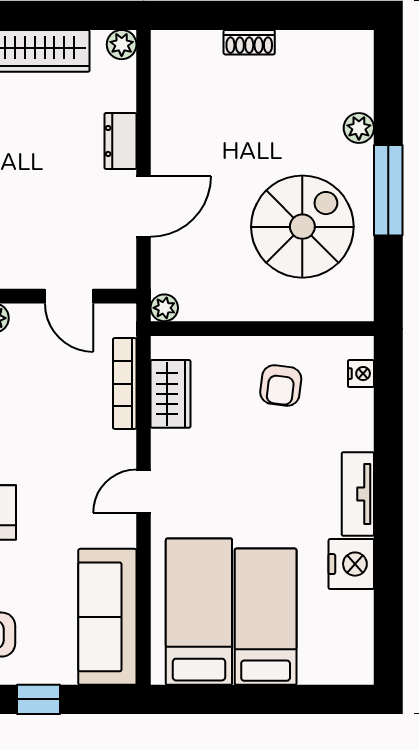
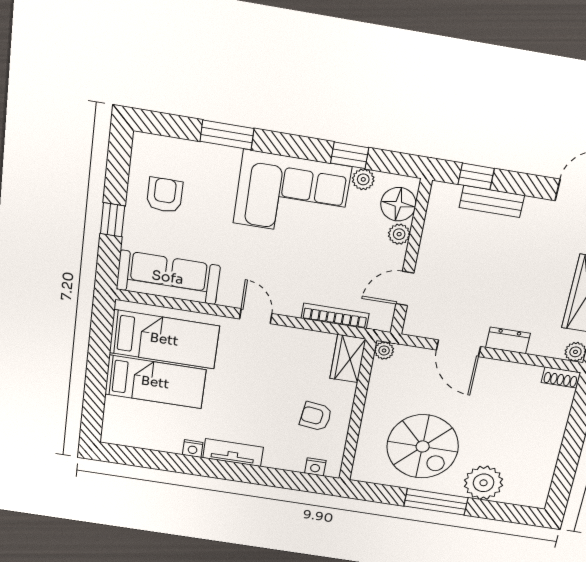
shoe rack: (249, 42) -> (561, 377), moved, turned -90
plant: (359, 128) -> (484, 483), width x1.87, depth x1.87
wardrobe: (171, 394) -> (348, 359), moved, turned 90
nightstand: (351, 564) -> (193, 449), width x0.53, depth x0.56

